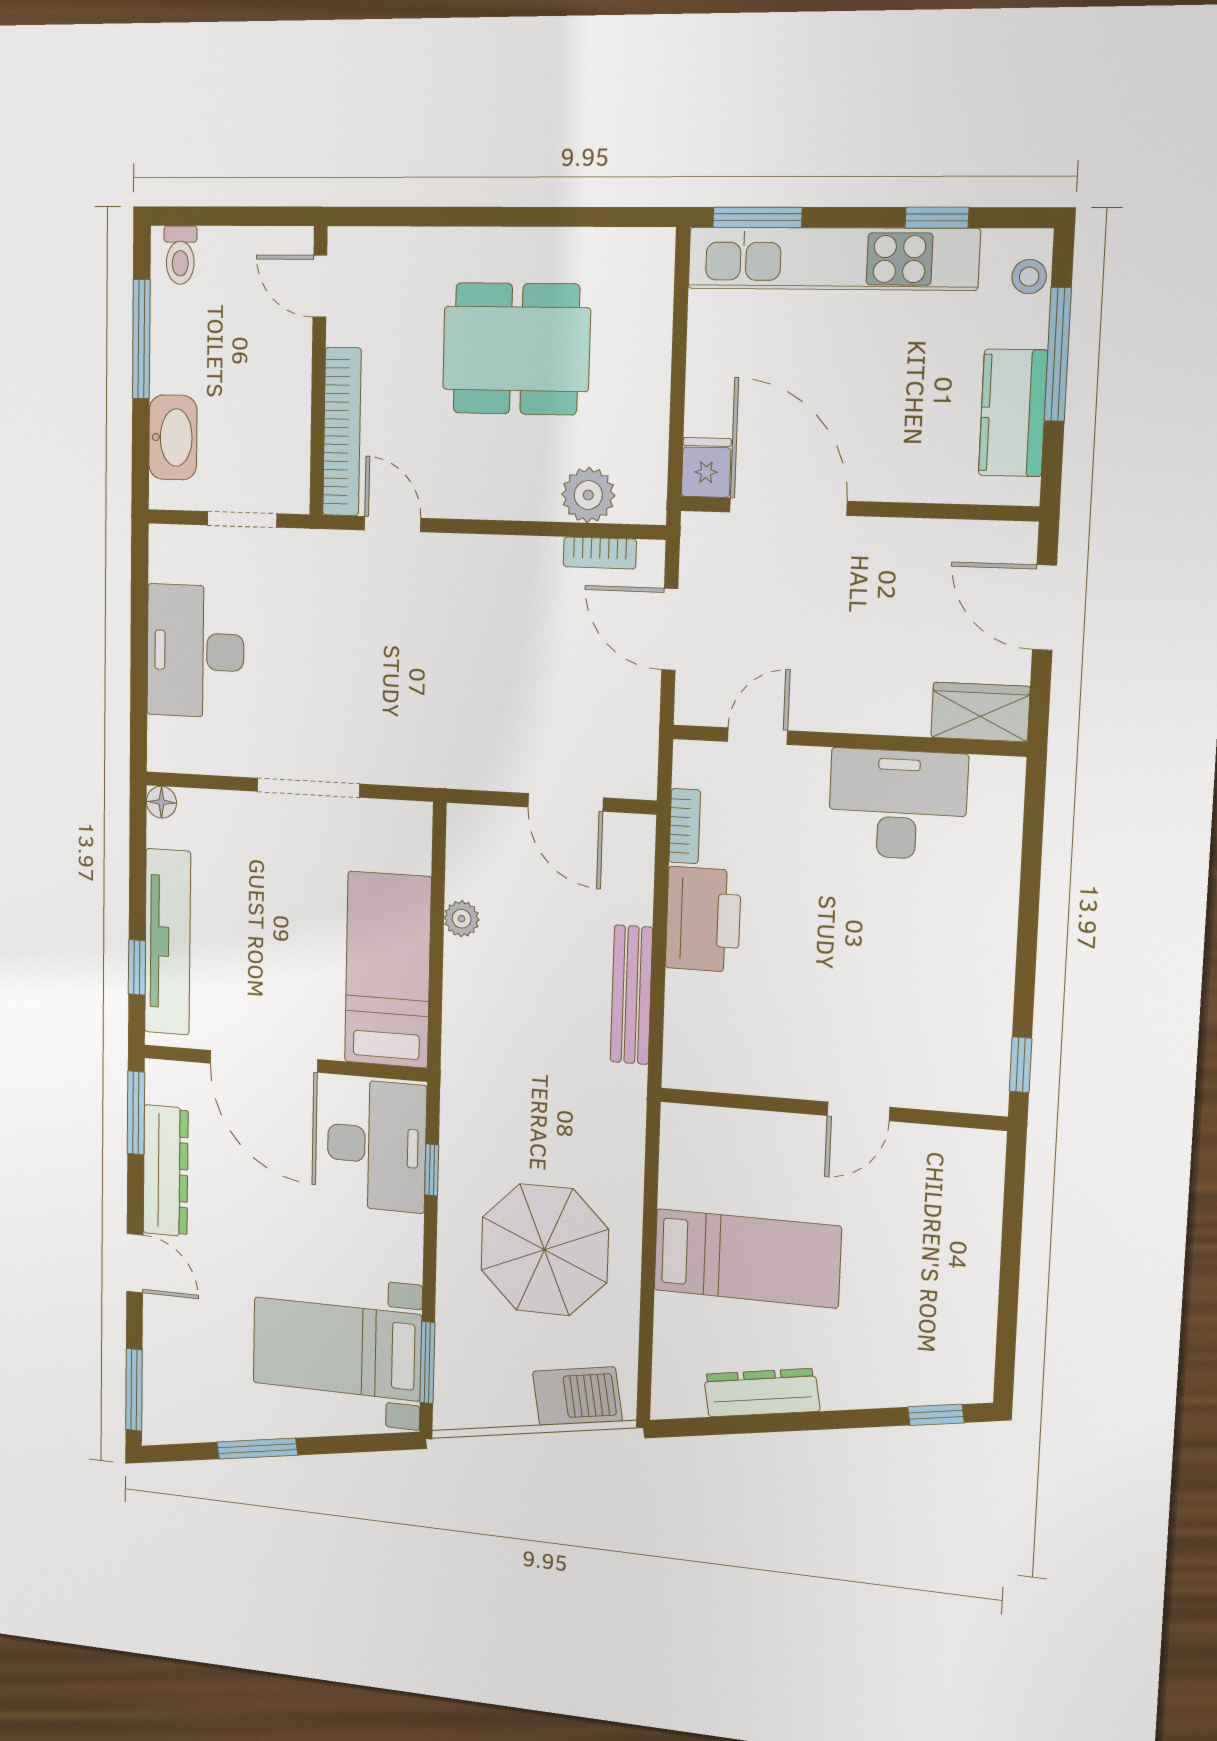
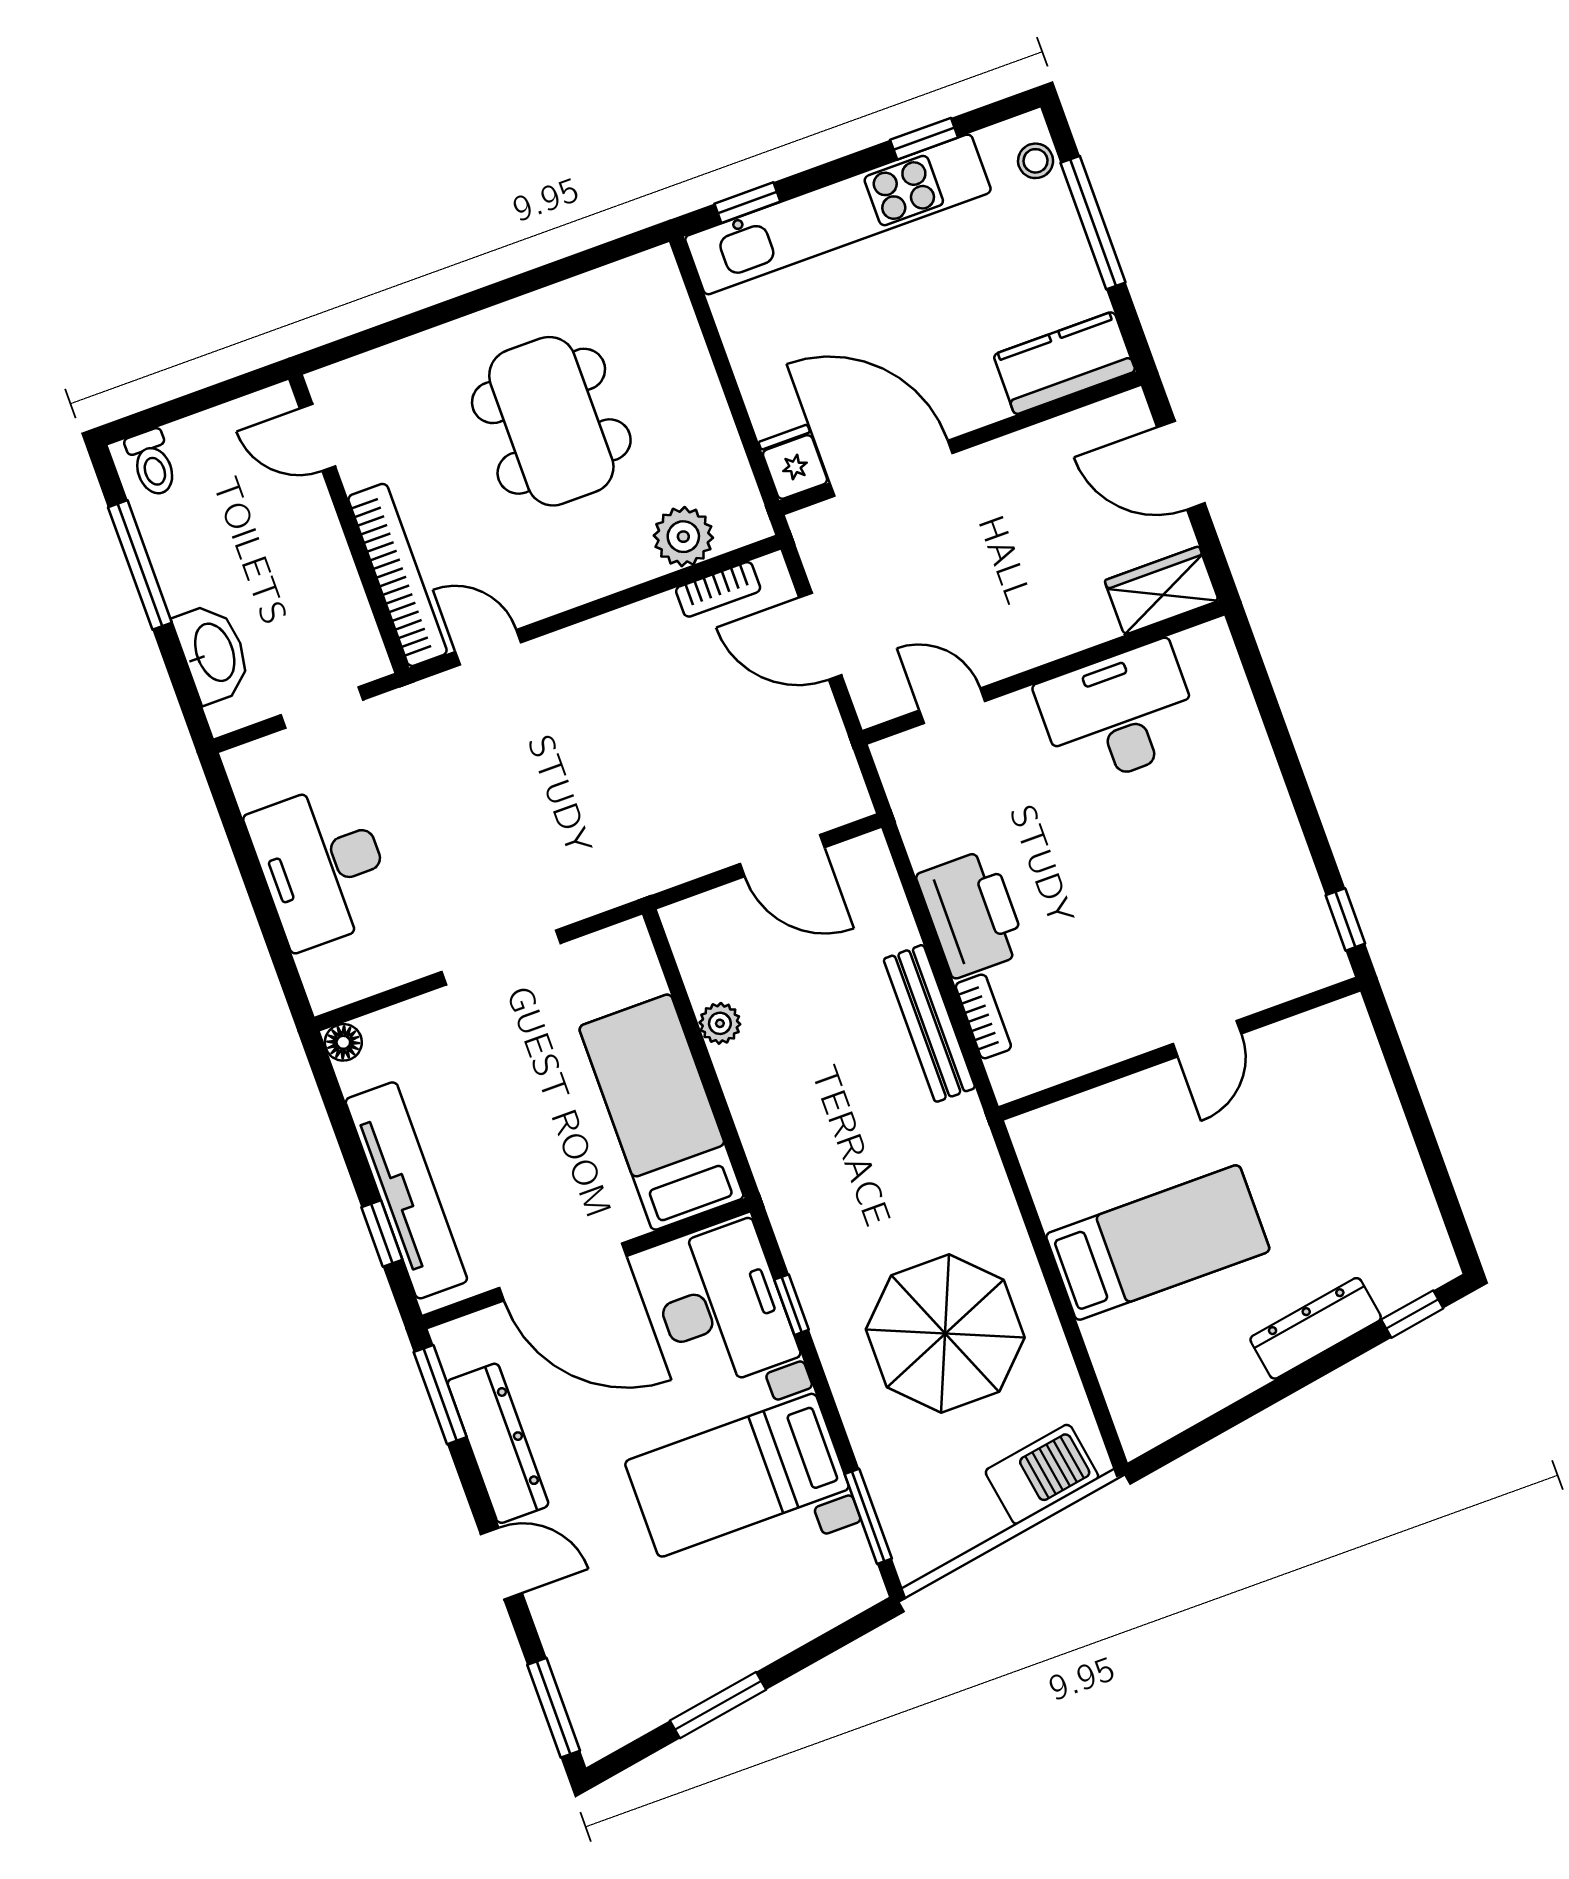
window: (757, 217) -> (747, 203), width x0.67
dining table: (516, 349) -> (551, 421), turned 90
kitchen counter: (1013, 413) -> (1064, 363), moved, turned 90
door: (758, 736) -> (952, 706), hinge flipped
bookcase: (685, 826) -> (983, 1016), moved
bed with nightstands: (337, 1349) -> (737, 1475), moved
dresser: (762, 1393) -> (1316, 1328), moved

